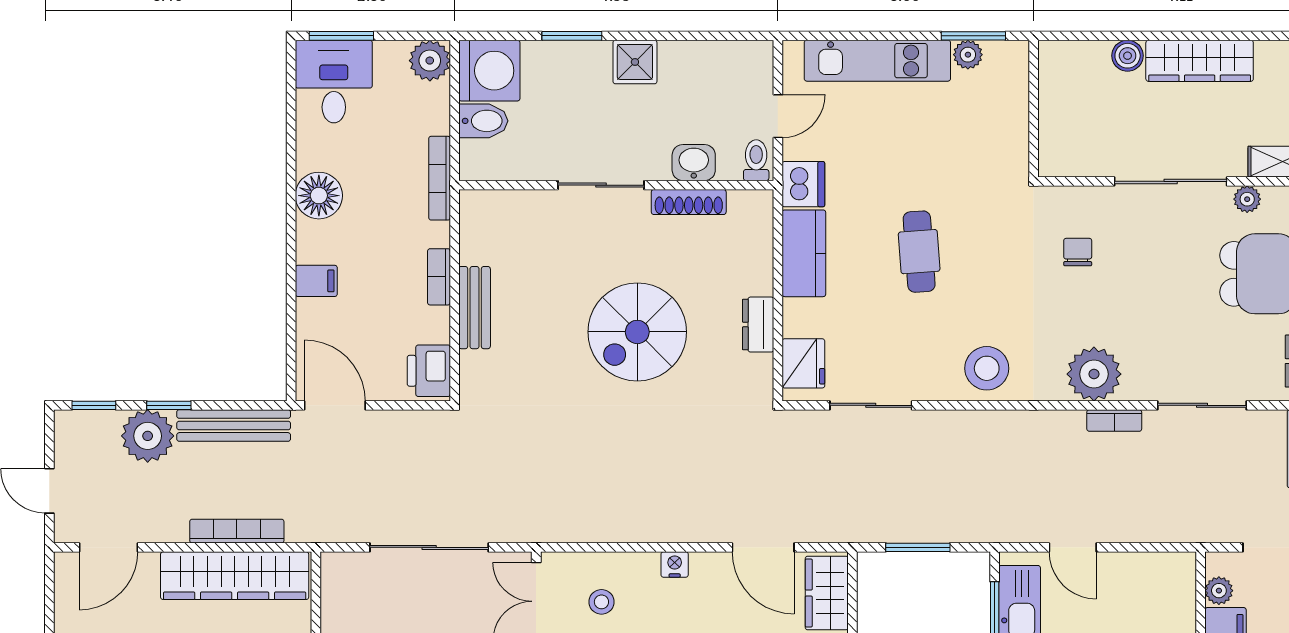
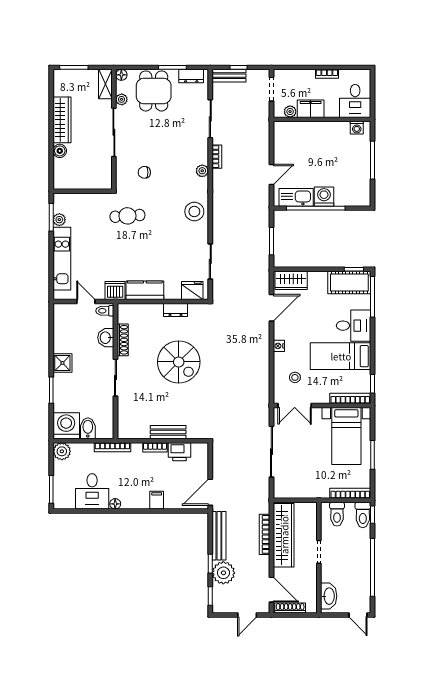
desk: (334, 82) -> (92, 491), moved, turned -90
floor lamp: (319, 196) -> (115, 504), width x0.53, depth x0.53
cafe table: (919, 252) -> (127, 216), moved
printer: (429, 371) -> (180, 452), moved
plant: (1094, 374) -> (202, 171), width x0.53, depth x0.53
shoe rack: (66, 591) -> (290, 608), added

